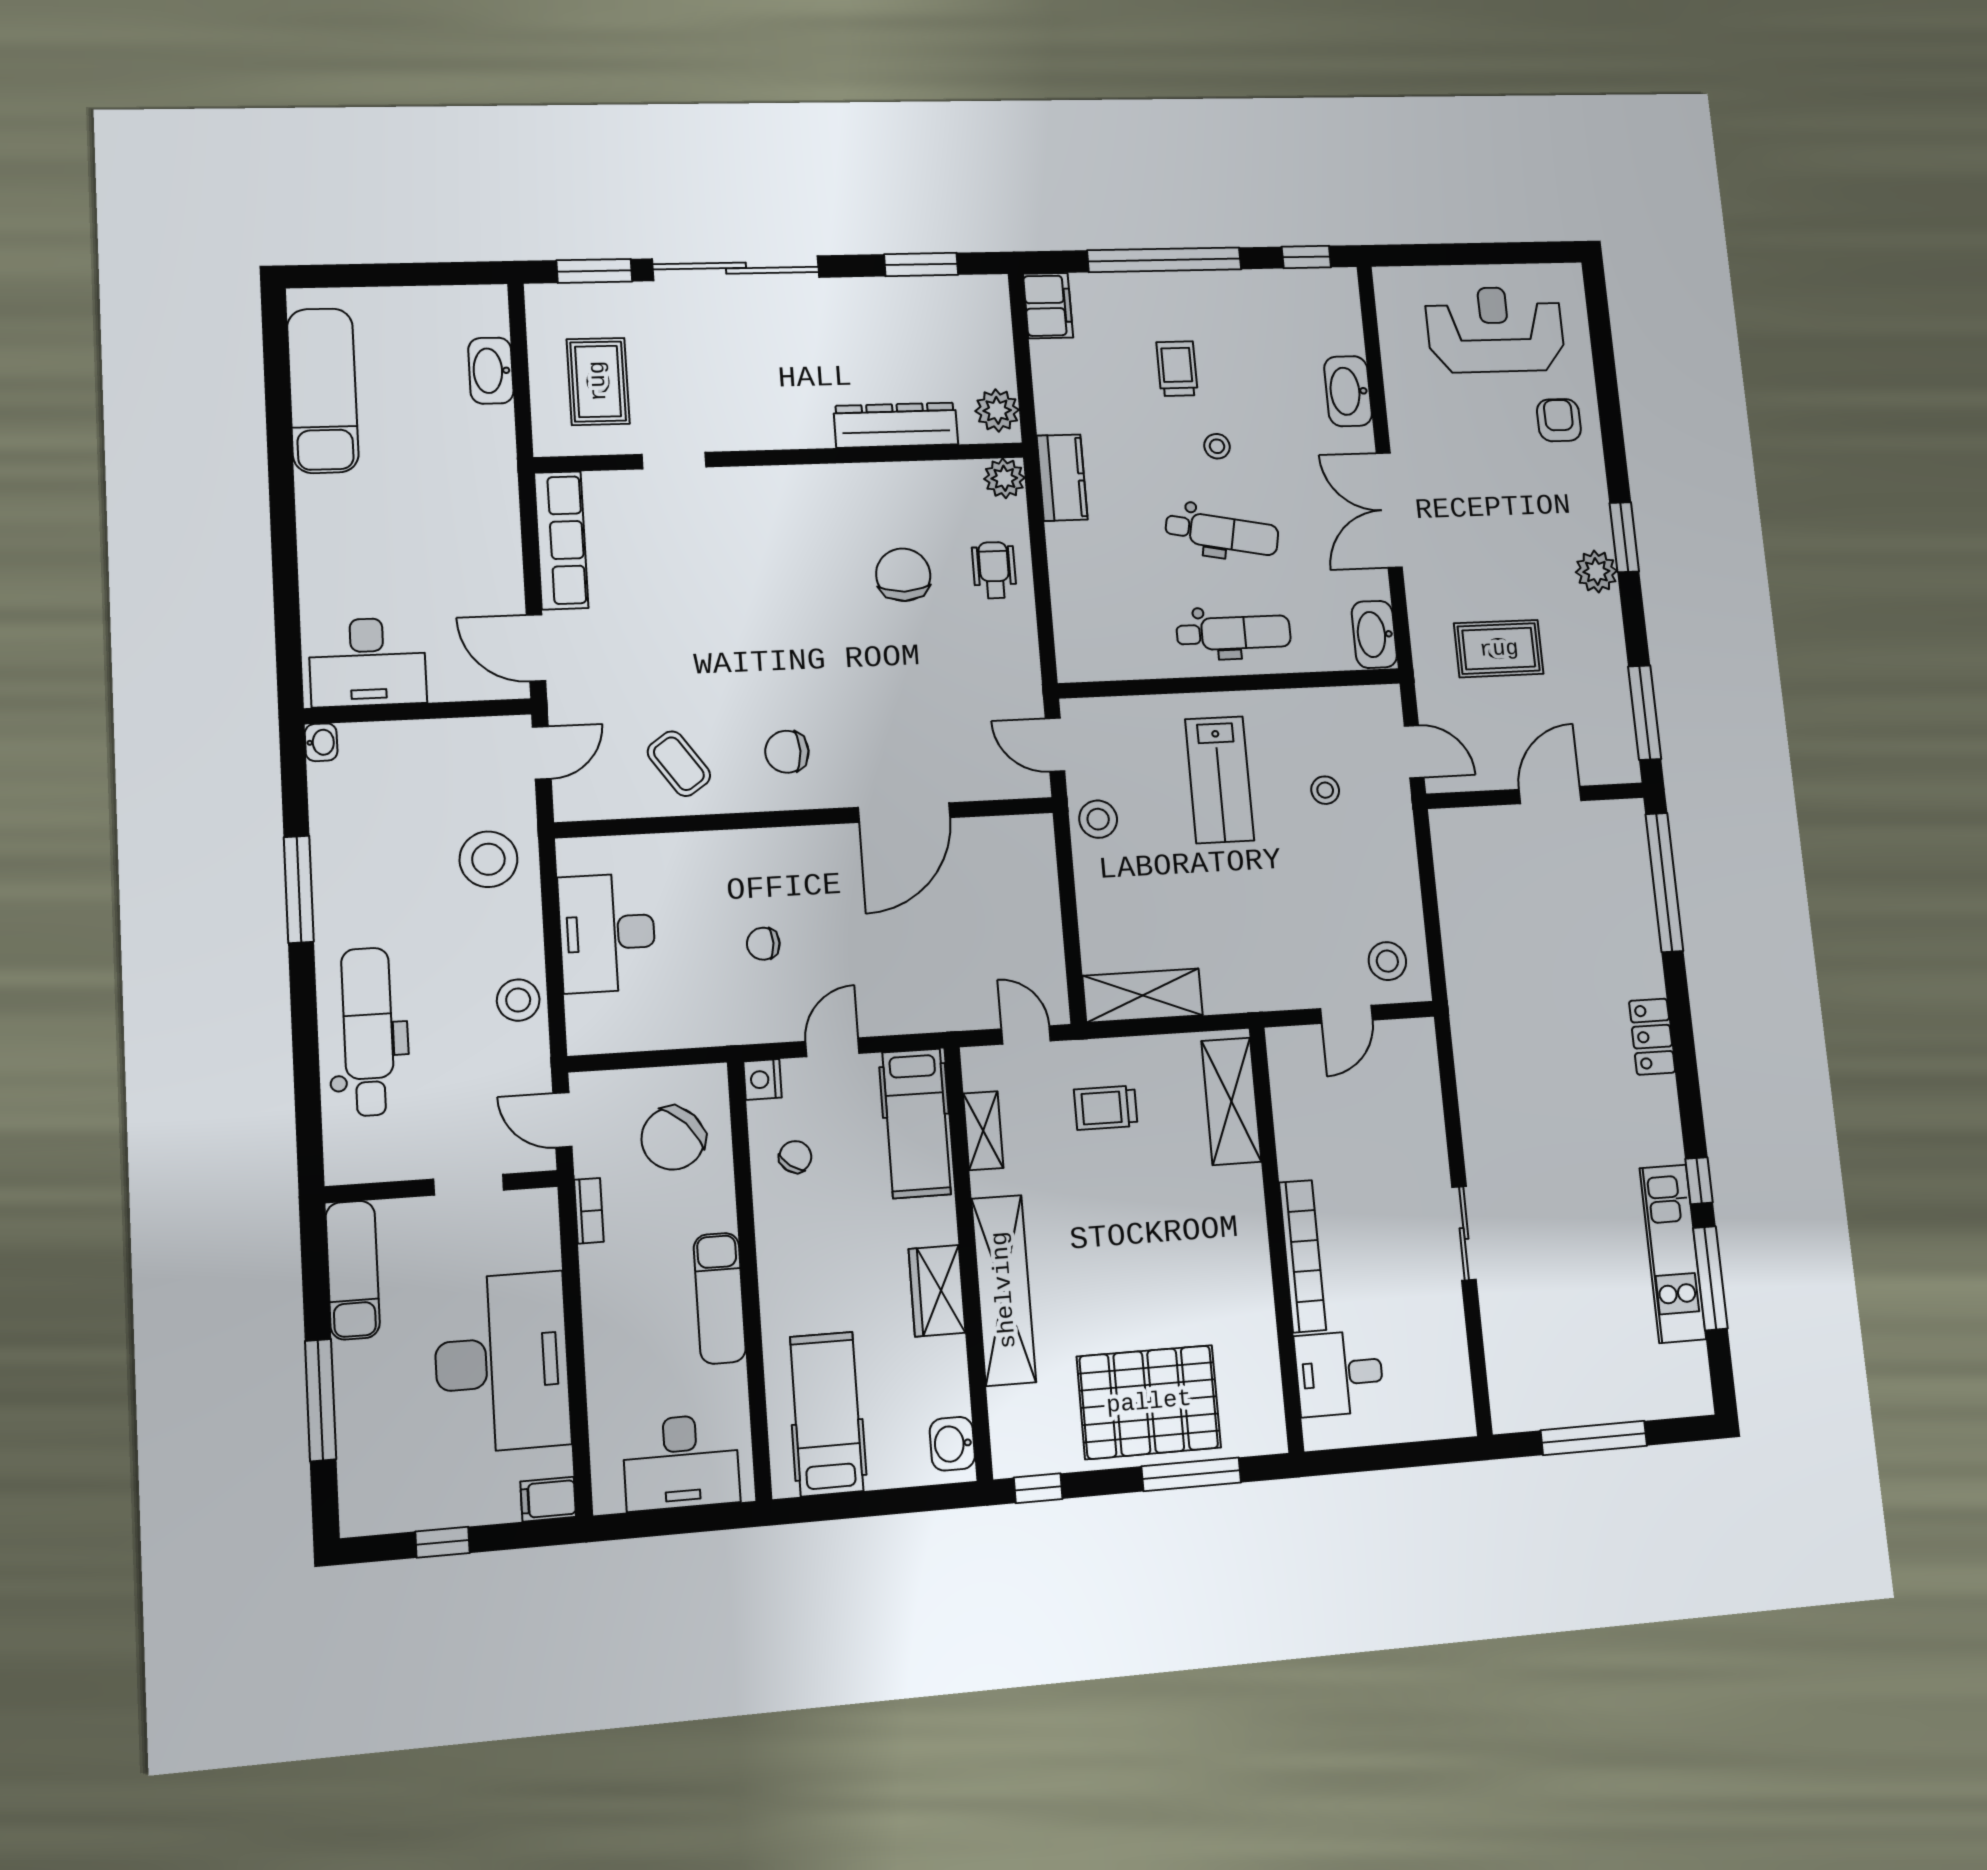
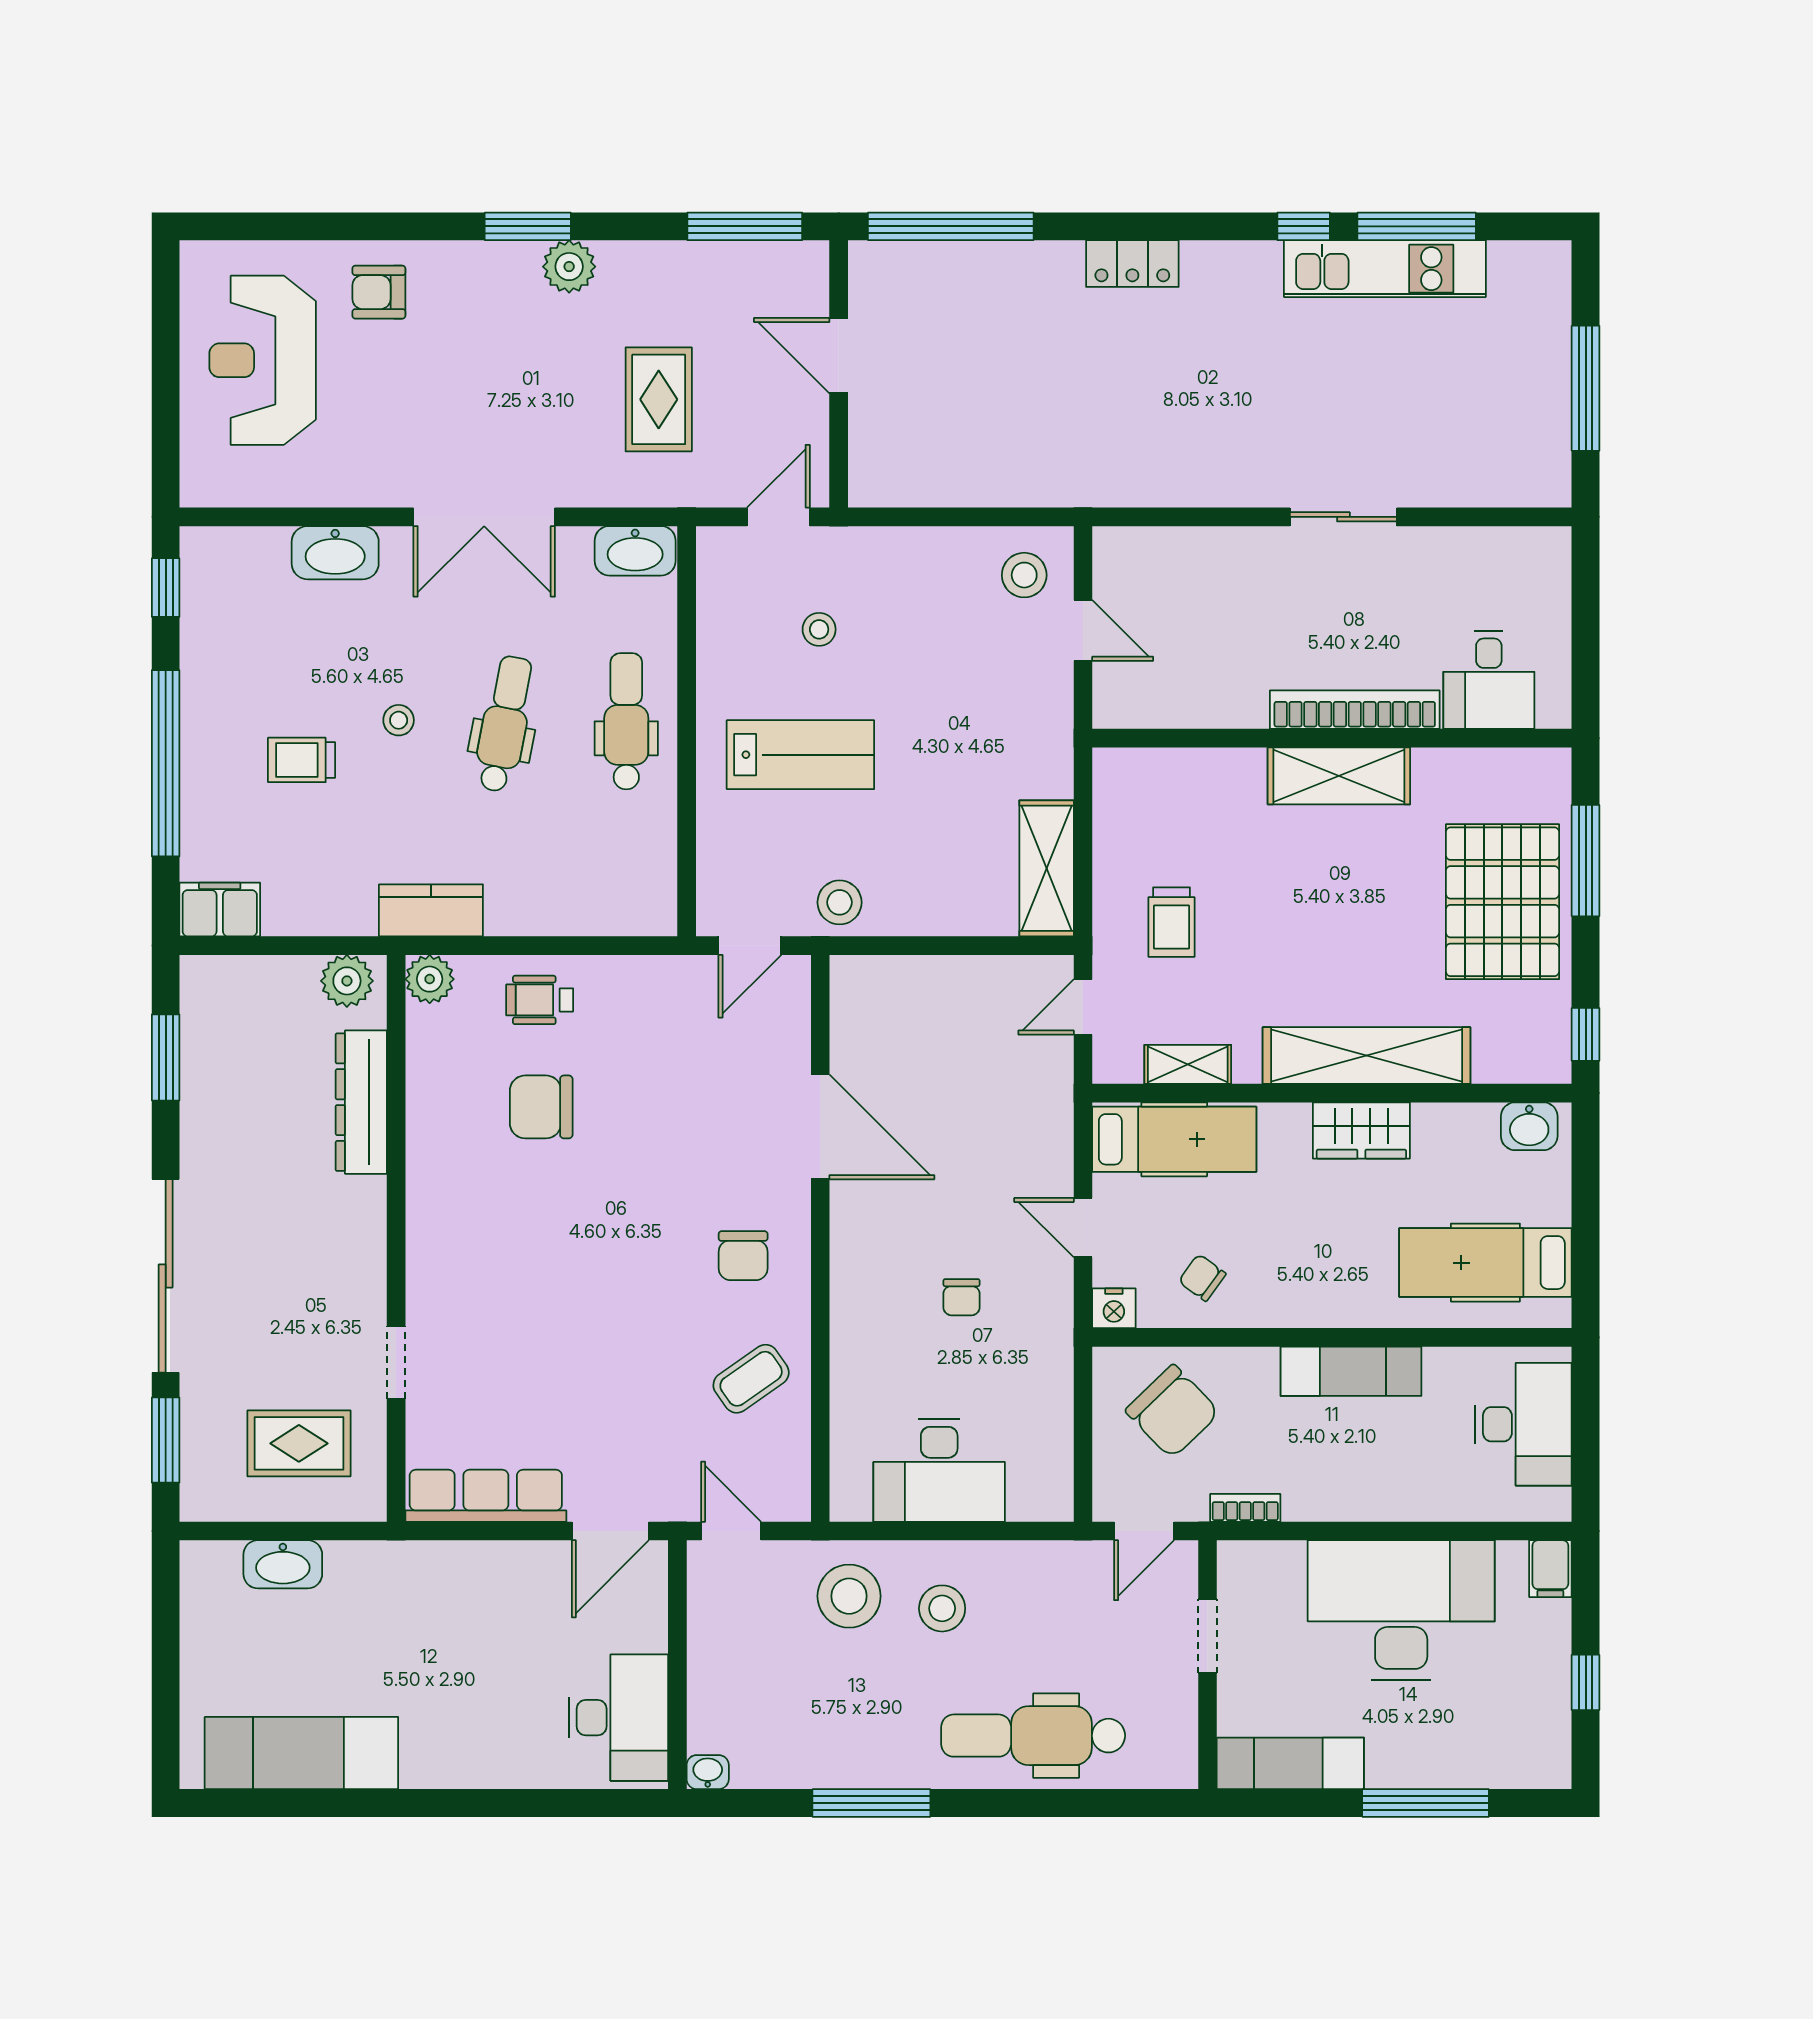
stool: (518, 1000) -> (942, 1608), moved
shelving: (1231, 1101) -> (1339, 776), moved

